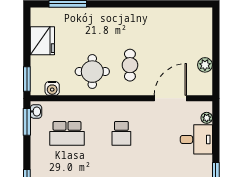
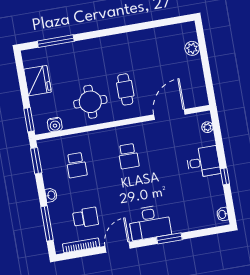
plant: (205, 65) -> (192, 48), moved
washbasin: (36, 111) -> (51, 195), moved
school desk: (67, 133) -> (76, 165), width x0.54
desk: (196, 139) -> (203, 162), moved

